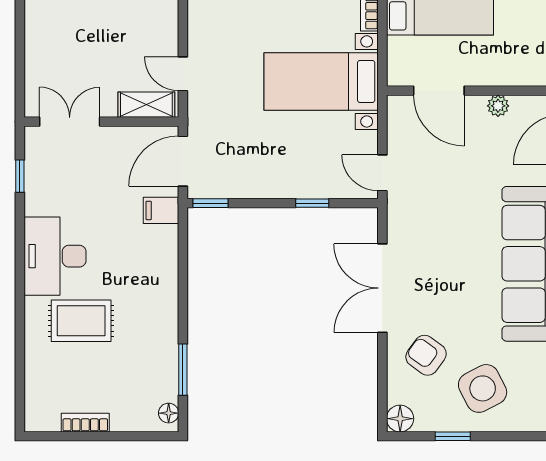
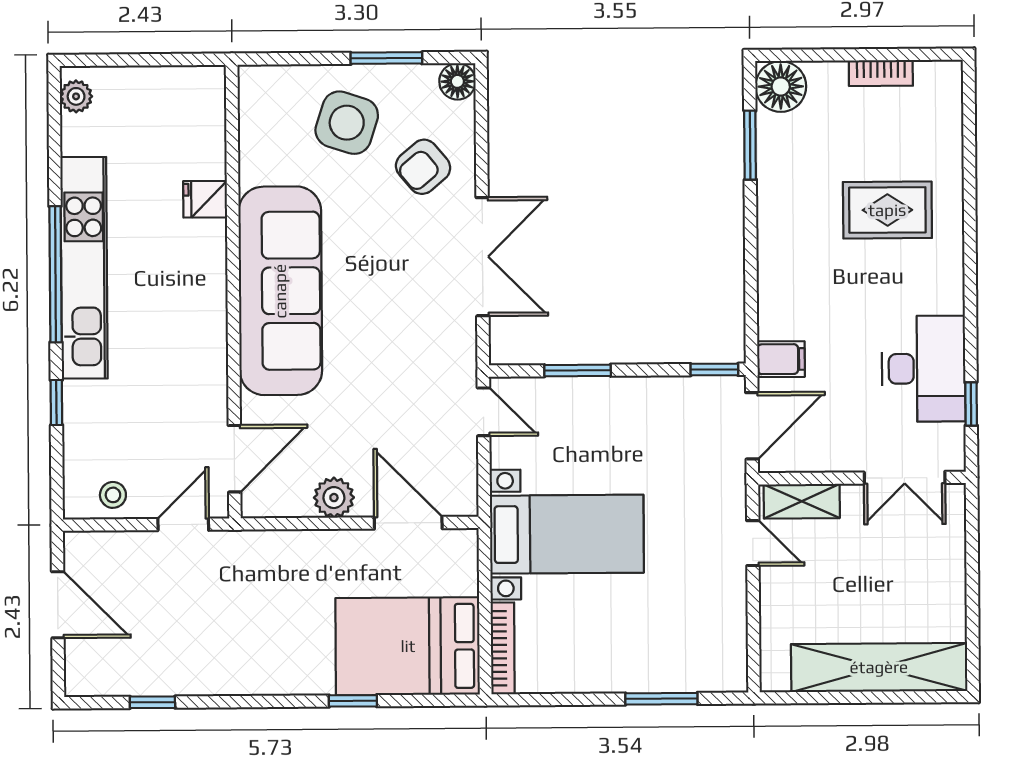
plant: (498, 106) -> (334, 498), width x1.38, depth x1.38
window: (312, 203) -> (578, 370), width x1.50
desk: (55, 256) -> (924, 369), moved
armchair: (426, 355) -> (423, 167), turned 104
side table: (483, 388) -> (347, 123), turned 45
floor lamp: (169, 413) -> (781, 87), width x1.89, depth x1.89
window: (453, 436) -> (386, 58), width x1.50

